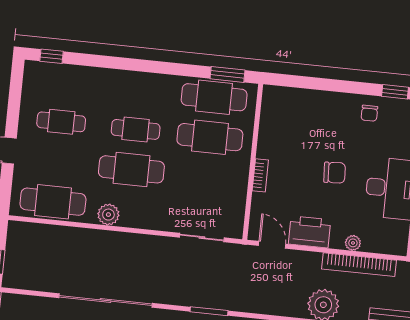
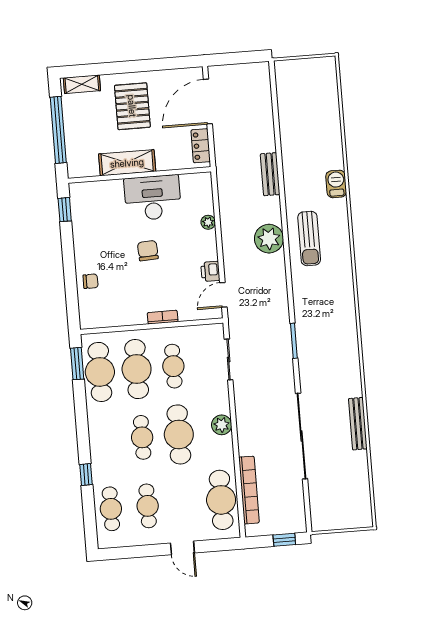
window: (51, 56) -> (86, 474), moved
cafe table: (65, 82) -> (111, 509), added
chair: (369, 113) -> (90, 281), moved
cafe table: (206, 177) -> (173, 366), added
plant: (108, 215) -> (222, 425), moved
printer: (310, 232) -> (210, 271), width x0.53, depth x0.68
bookcase: (359, 265) -> (249, 490), moved

